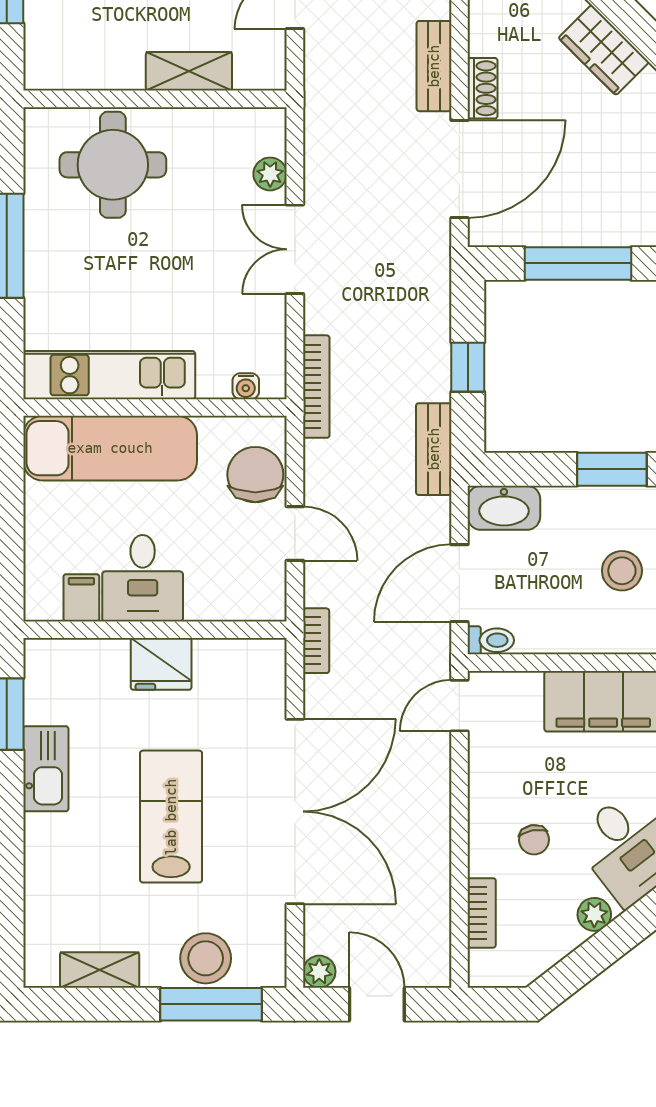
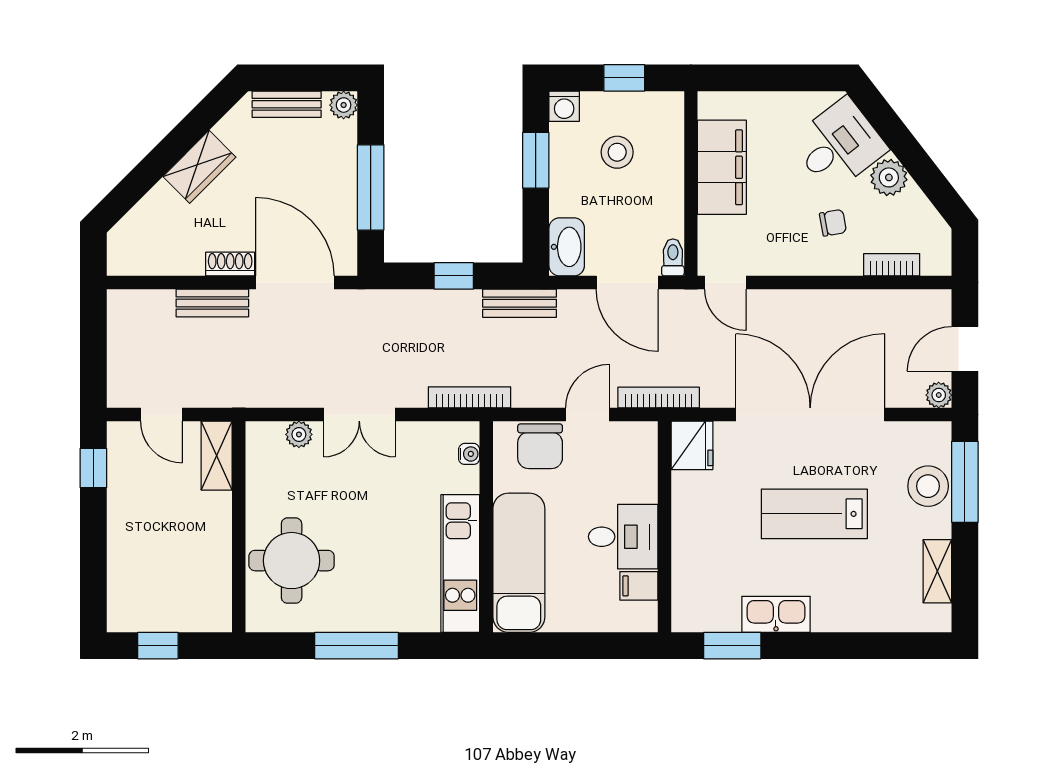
shelving: (189, 71) -> (217, 456), moved
chair: (255, 475) -> (540, 446), turned -90
bookcase: (316, 641) -> (659, 398), width x1.56
fridge: (161, 664) -> (692, 445), moved
plant: (594, 914) -> (889, 177), width x1.38, depth x1.38

